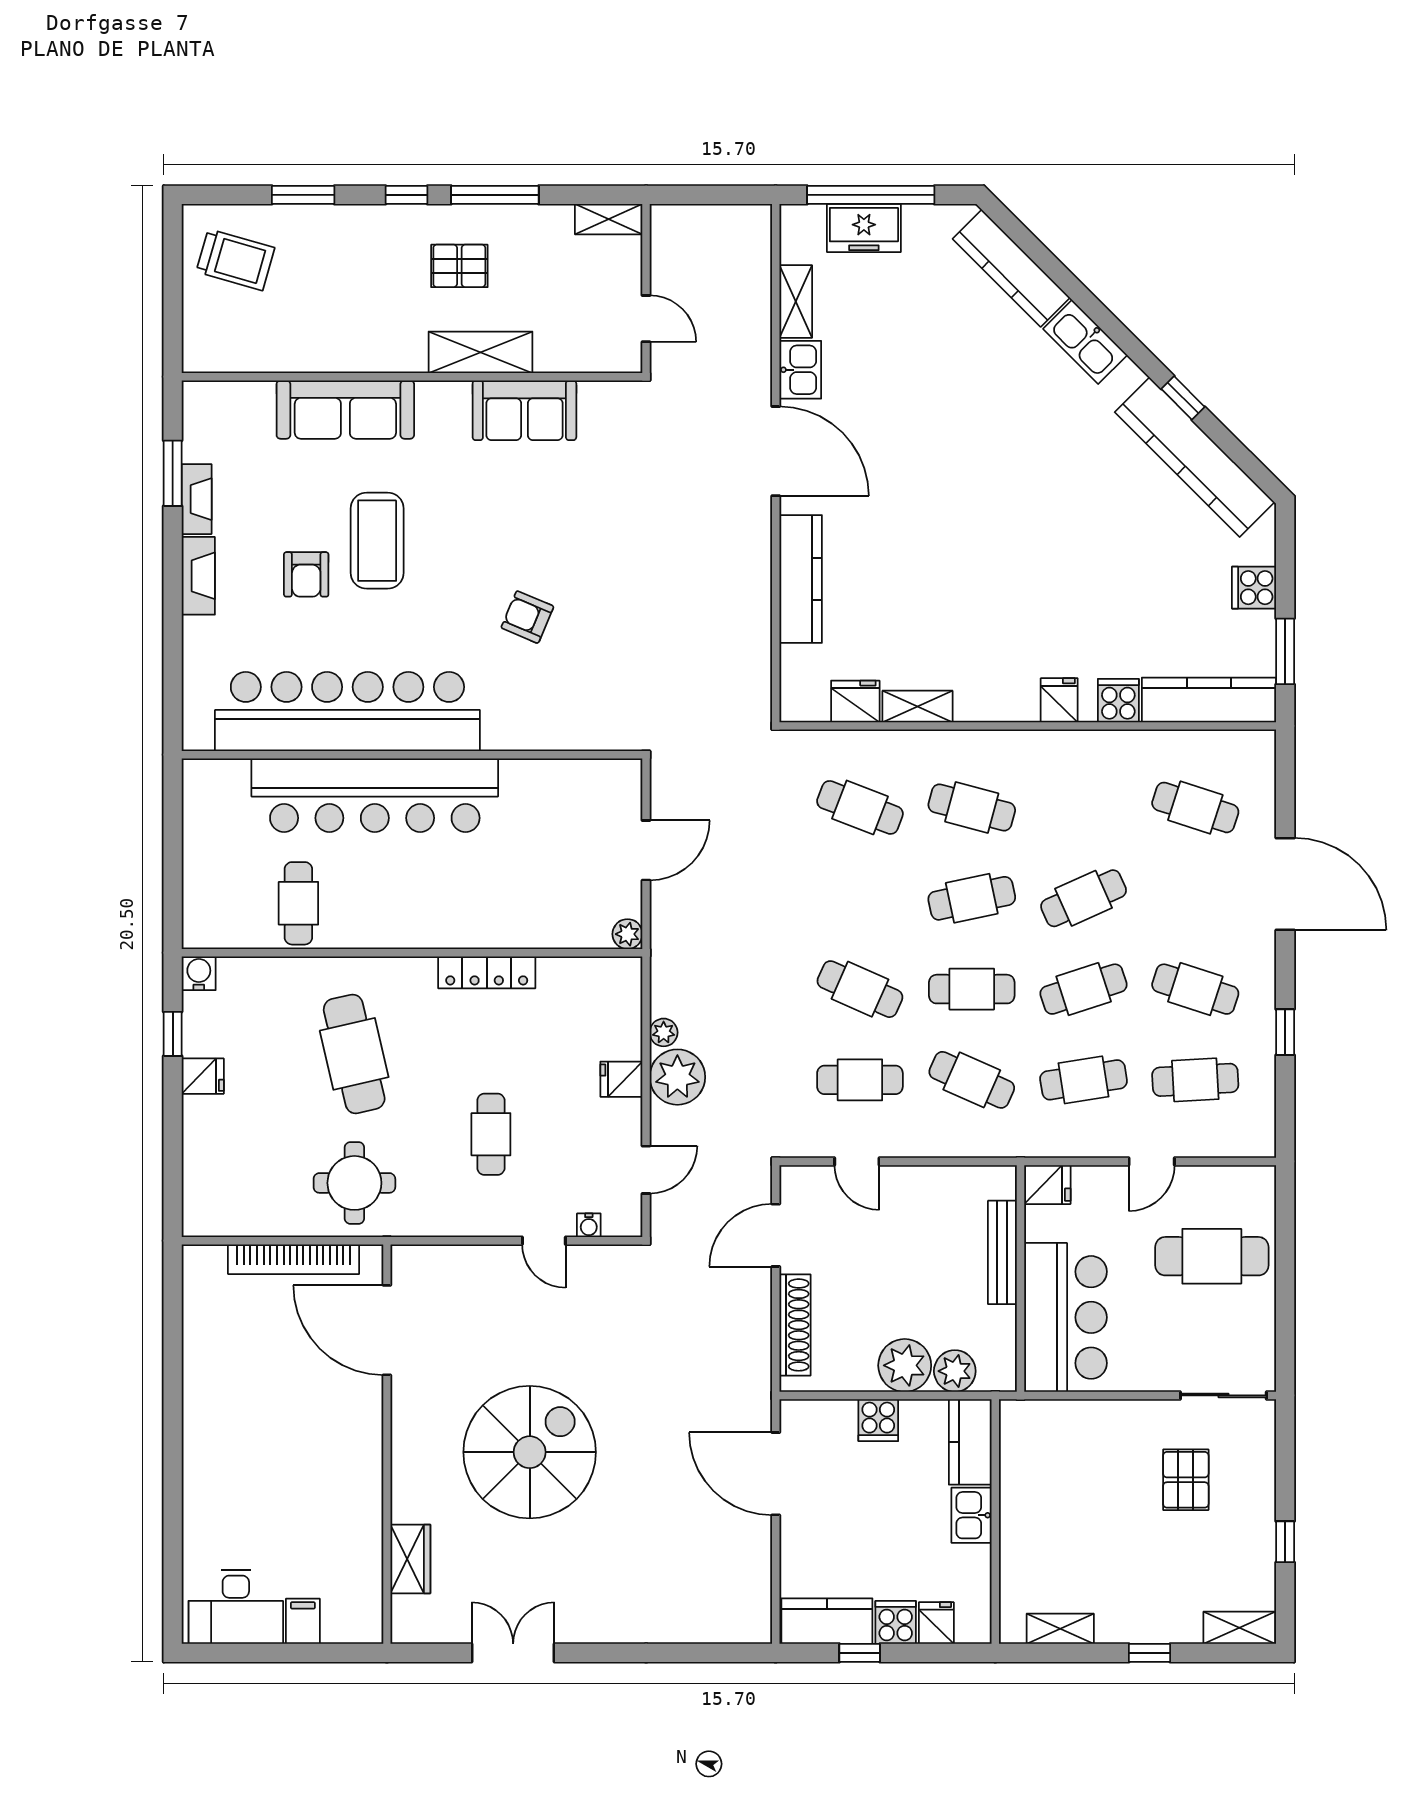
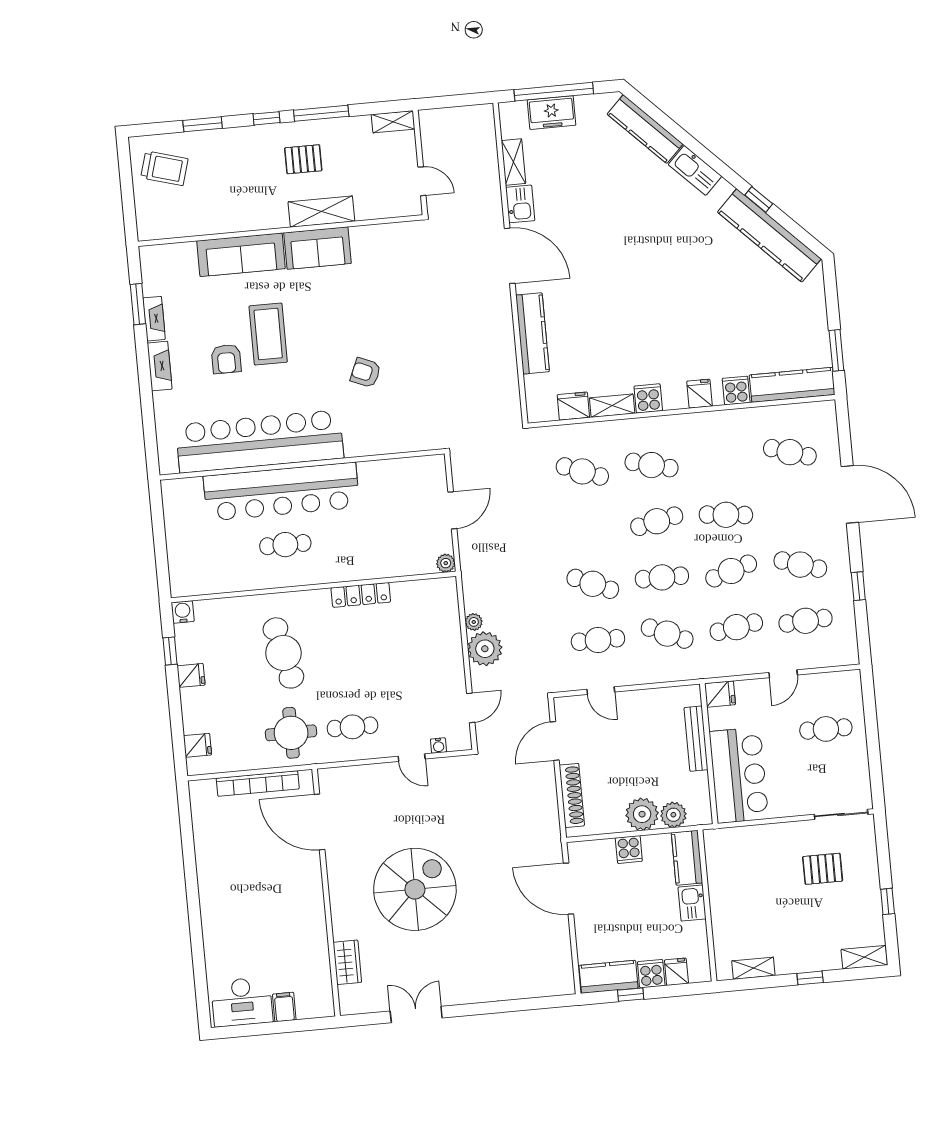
sofa: (524, 410) -> (318, 248), moved
cooker: (1254, 588) -> (648, 398), moved, turned 90
cafe table: (1084, 898) -> (726, 515), turned 30
cafe table: (298, 903) -> (285, 545), moved, turned 90
fridge: (621, 1079) -> (198, 745), moved, turned 180
cafe table: (491, 1134) -> (352, 727), moved, turned 90
cafe table: (1212, 1256) -> (826, 729), width x0.73, depth x0.74
pallet: (1186, 1480) -> (823, 869), turned 90

